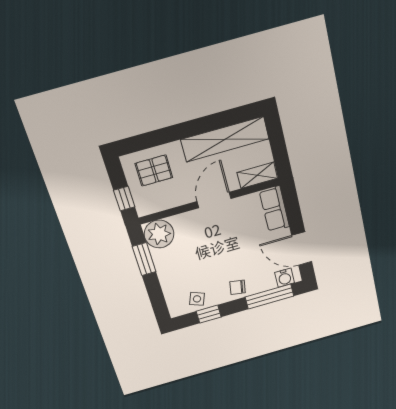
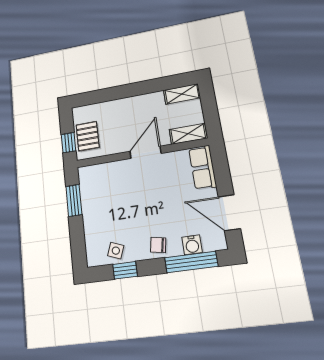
shelving: (225, 139) -> (182, 94), width x0.45, depth x0.75
pallet: (154, 170) -> (88, 136), moved, turned 90
plant: (159, 234) -> (92, 178), removed
water cooler: (285, 278) -> (192, 245), moved

